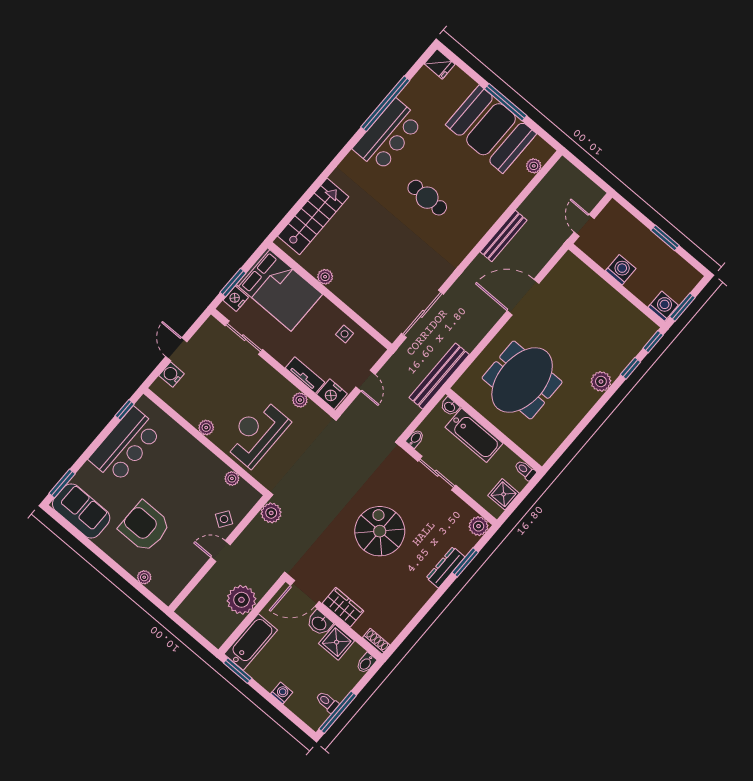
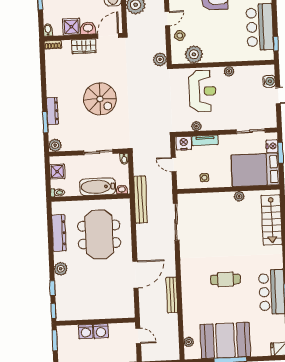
washing machine: (663, 306) -> (86, 331), moved
dresser: (566, 423) -> (59, 233), added
plant: (232, 478) -> (194, 54), width x1.87, depth x1.87

